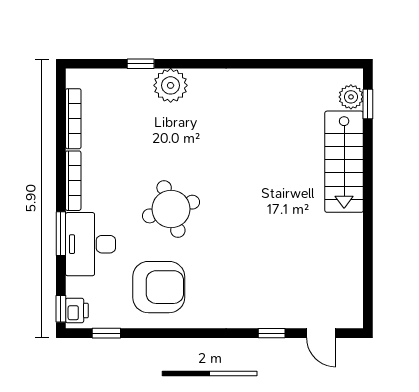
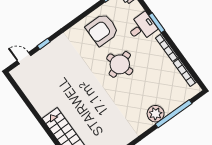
window: (141, 64) -> (174, 114), width x3.17
desk: (90, 244) -> (142, 27), width x0.73

